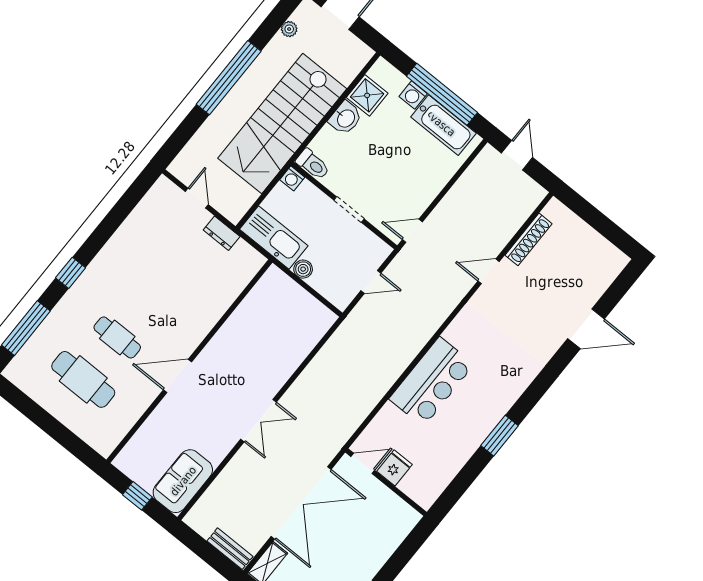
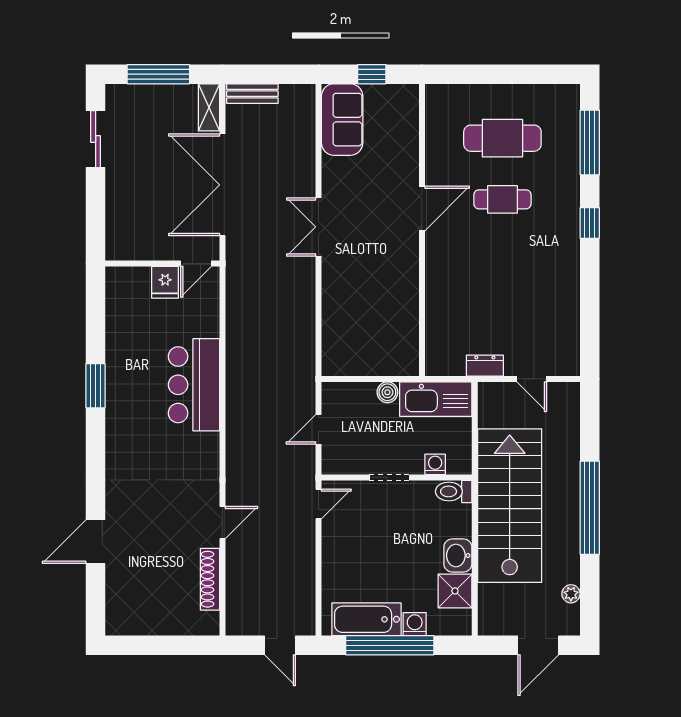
washing machine: (292, 178) -> (435, 464), moved

